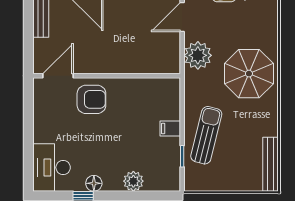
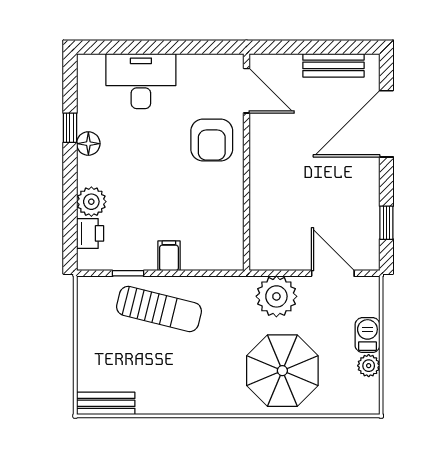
parasol: (249, 74) -> (282, 371), moved
bench: (270, 164) -> (106, 403), width x0.73
desk: (51, 167) -> (141, 81), moved
printer: (155, 182) -> (90, 233), added

